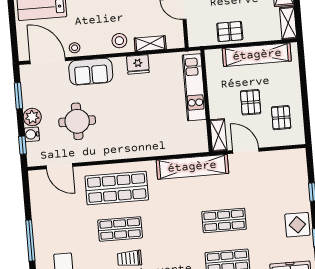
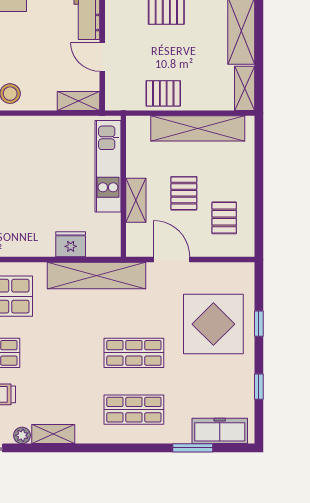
shelving: (150, 44) -> (78, 101), moved
fridge: (138, 64) -> (71, 244), moved, turned 180
shelving: (218, 135) -> (136, 200), moved
display table: (297, 225) -> (213, 324), moved, width x1.86, depth x1.86

